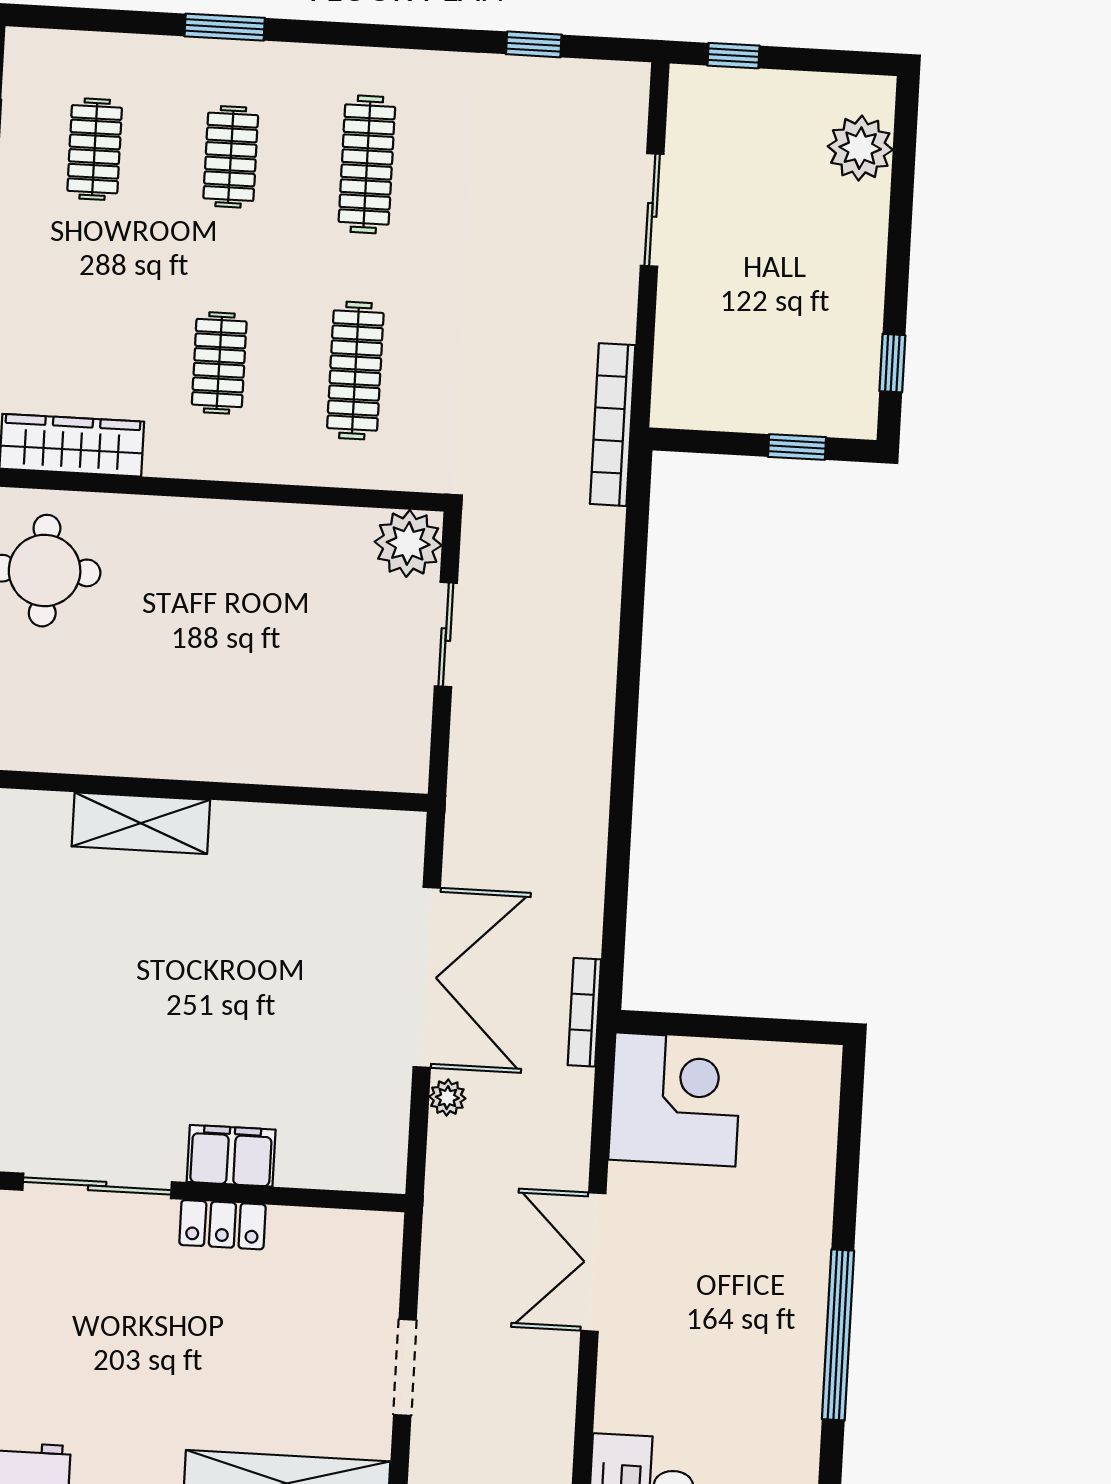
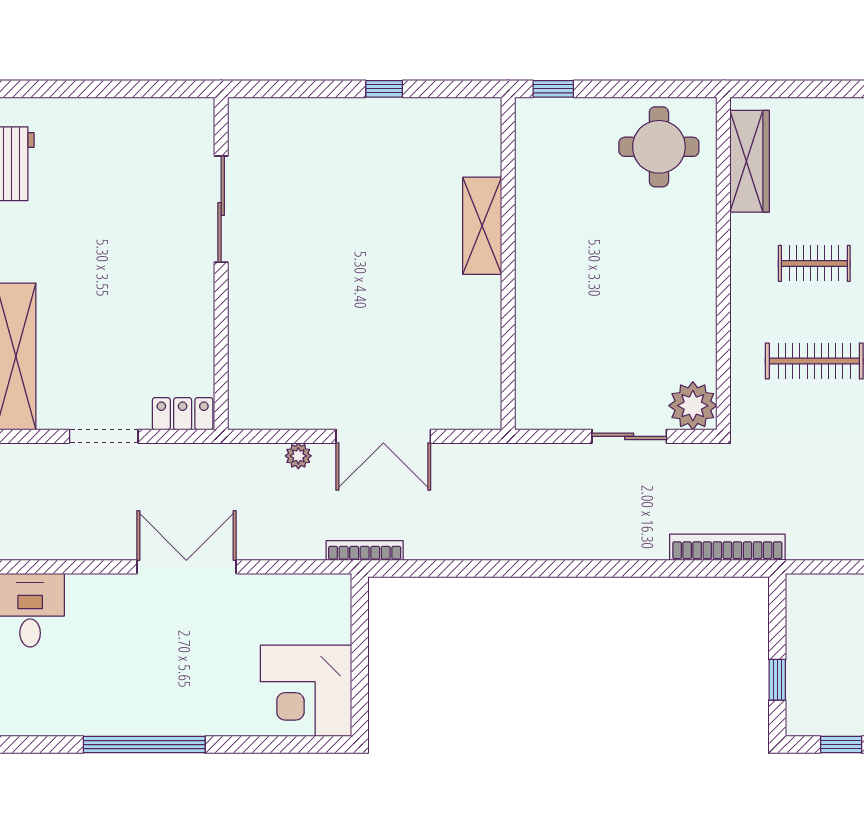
bookcase: (613, 425) -> (727, 547), moved
double door: (427, 977) -> (383, 436), width x0.73
corner desk: (675, 1100) -> (306, 691), moved, turned 90
filing cabinet: (231, 1156) -> (248, 304), removed
locker: (222, 1225) -> (183, 414), moved, turned 90

